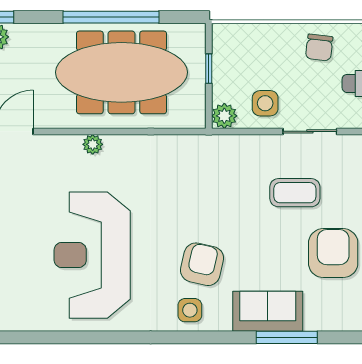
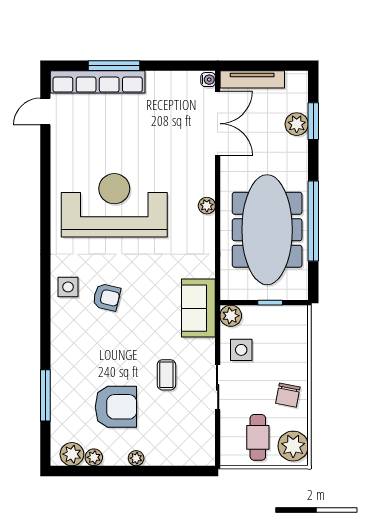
chair: (319, 48) -> (288, 395), turned -86
coffee table: (295, 193) -> (166, 375), width x0.73, depth x0.77
armchair: (202, 264) -> (107, 297), width x0.72, depth x0.72
sofa: (268, 311) -> (198, 308), moved, turned 180
window: (287, 337) -> (45, 395), moved

